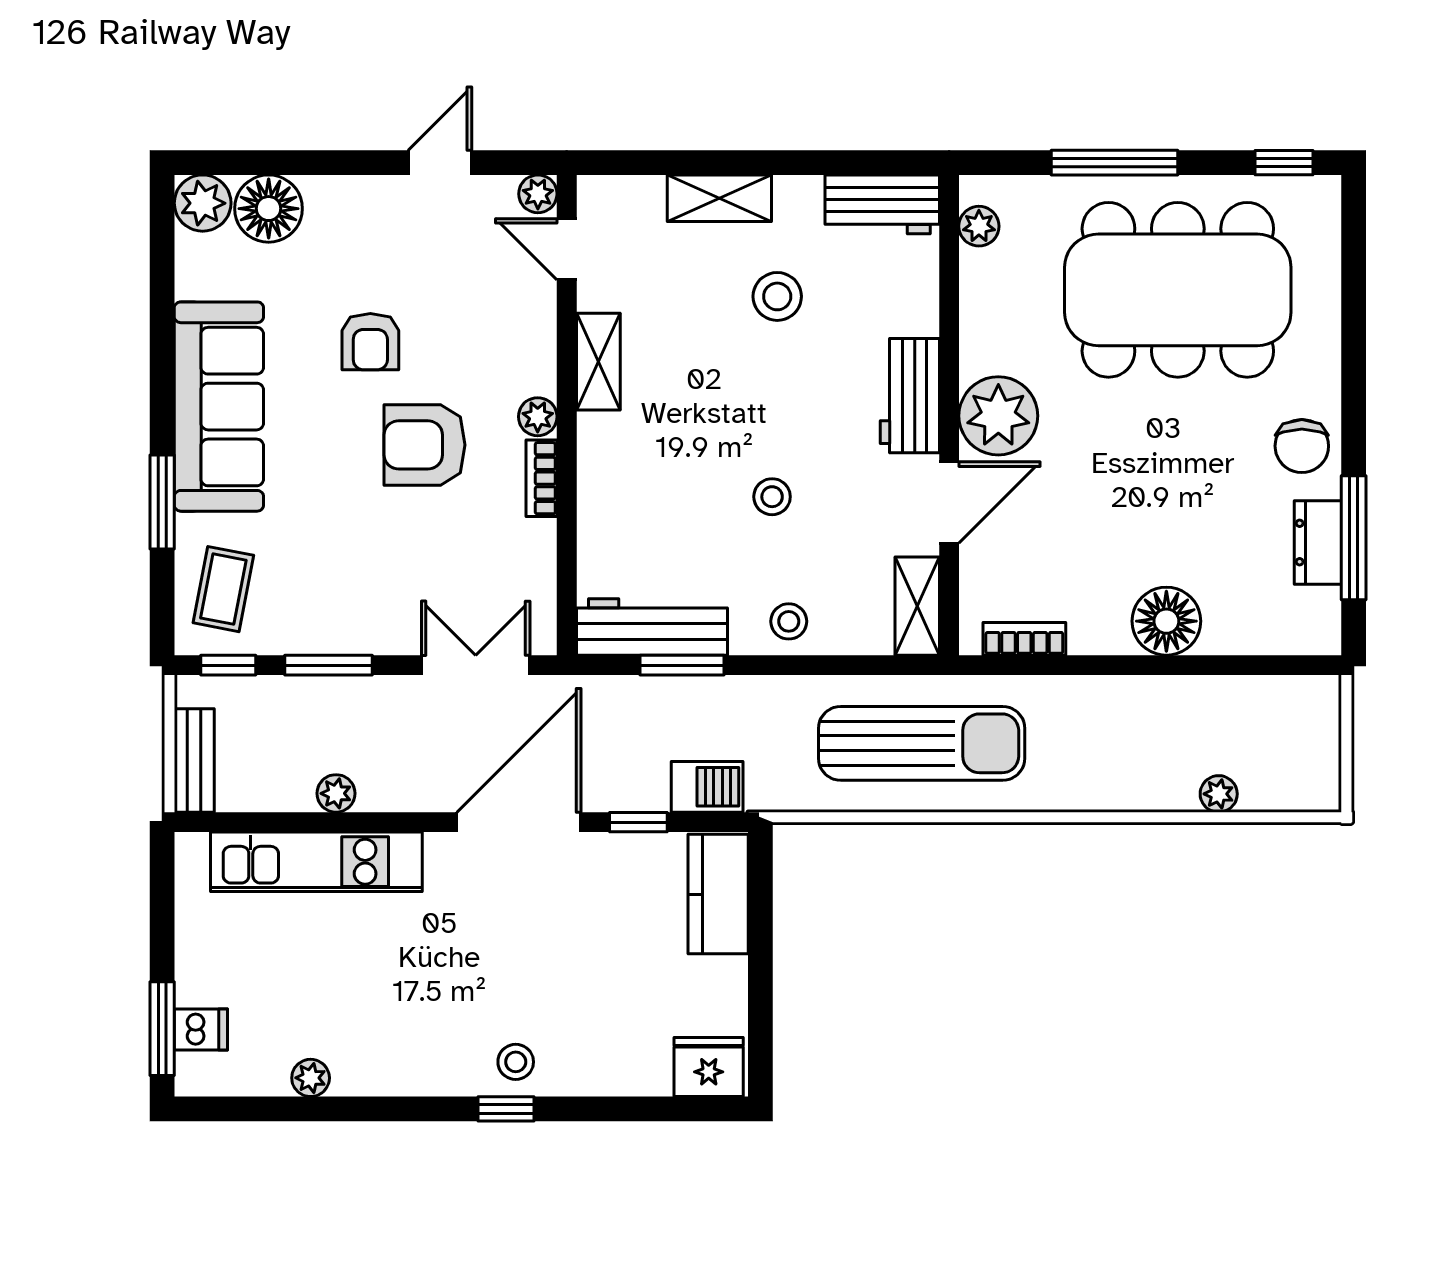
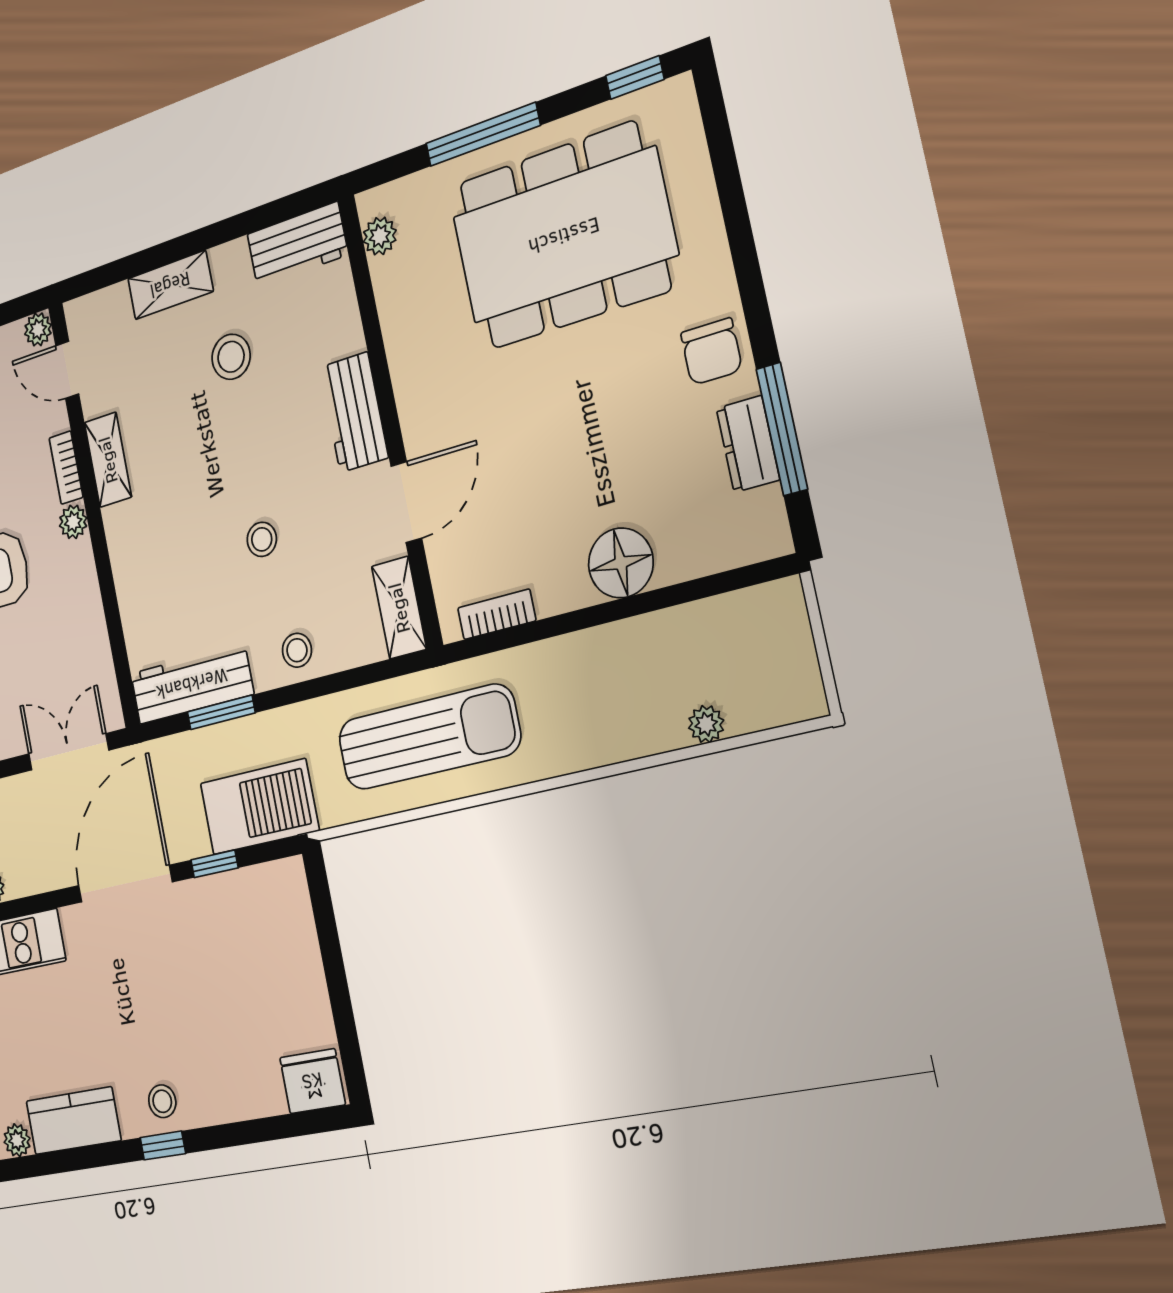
plant: (998, 416) -> (431, 408), removed
bookcase: (542, 478) -> (66, 468), moved
barbecue: (707, 787) -> (259, 807), width x1.88, depth x1.53
kitchen counter: (718, 894) -> (73, 1121), moved, turned 90

